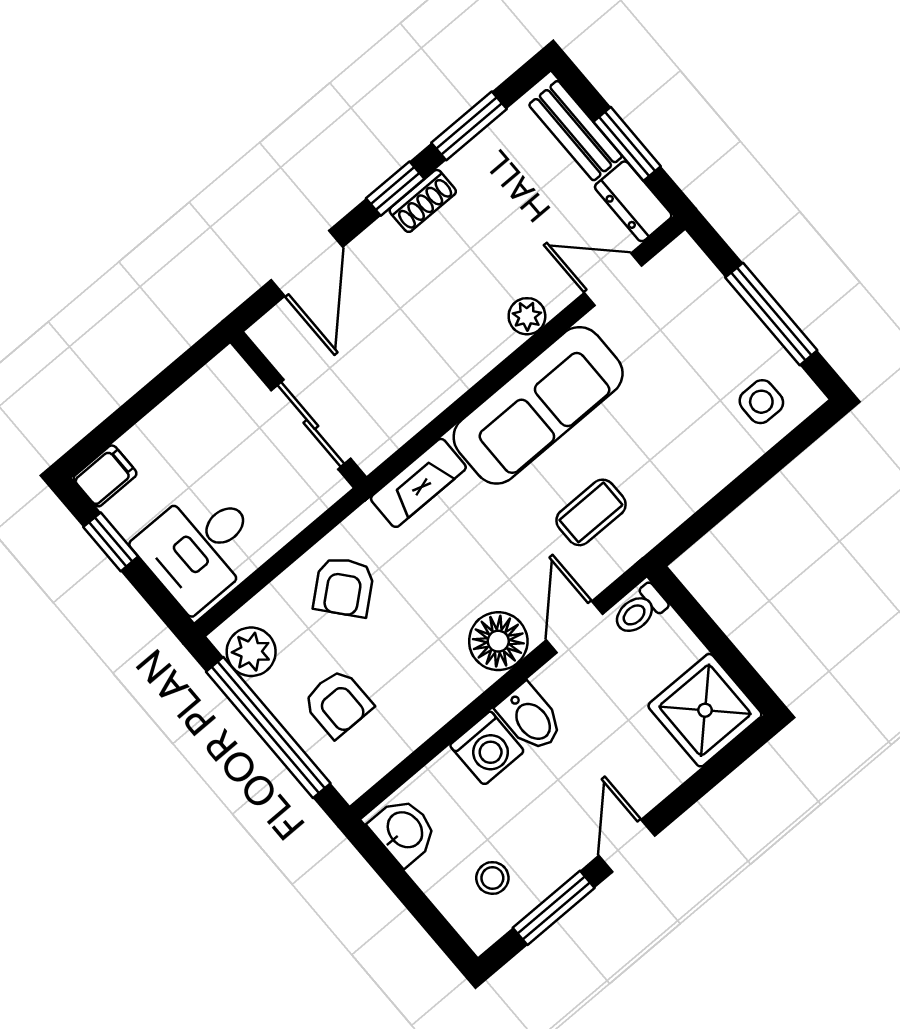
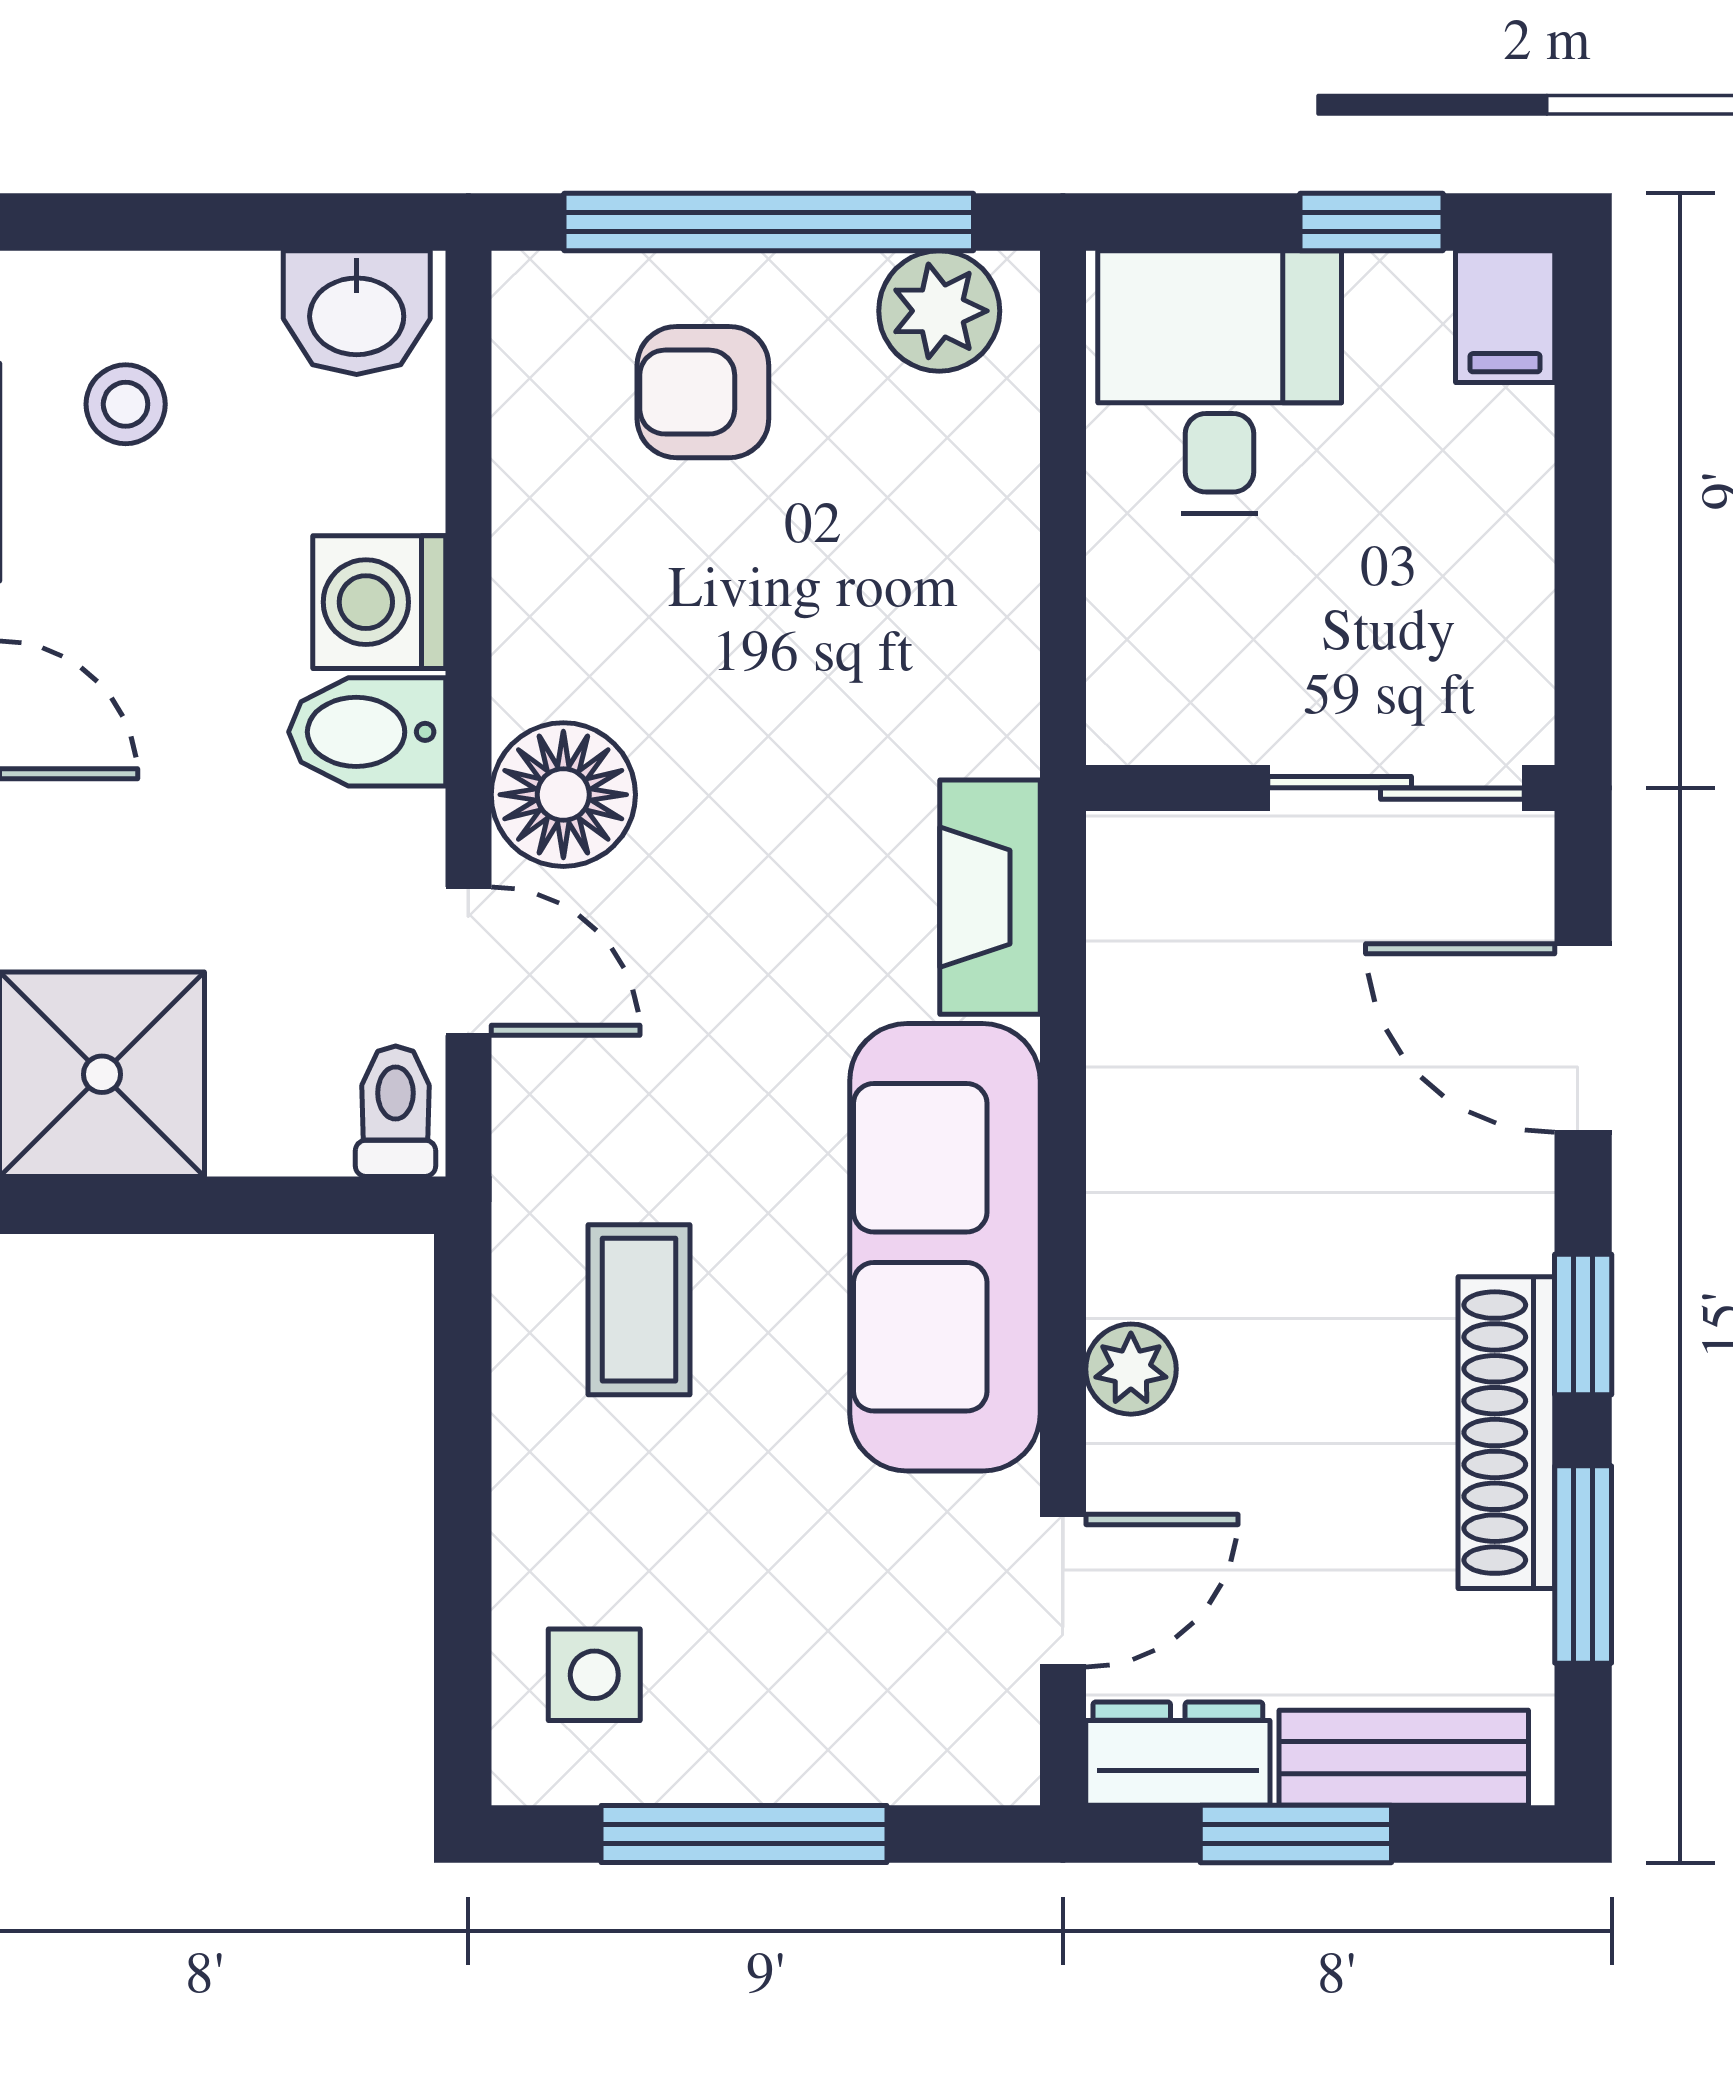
shoe rack: (423, 201) -> (1506, 1433), width x1.94, depth x1.24
sliding door: (311, 424) -> (1396, 788), moved
coffee table: (591, 512) -> (639, 1310), moved
armchair: (344, 587) -> (913, 590), removed

